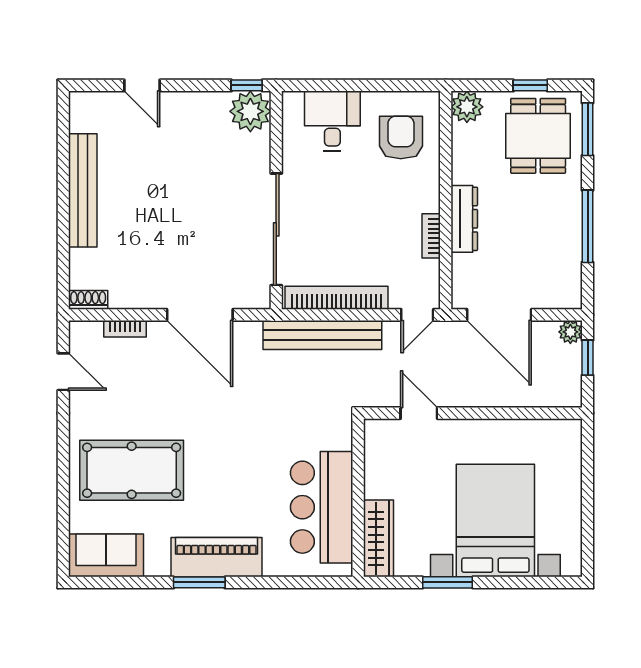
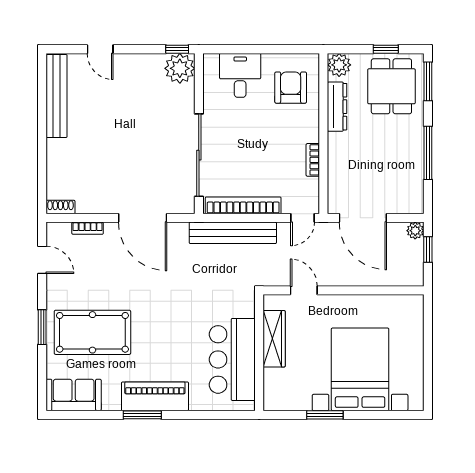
bench: (83, 190) -> (57, 96), moved
dresser: (464, 219) -> (337, 107), moved
window: (63, 463) -> (42, 327), added
wardrobe: (379, 538) -> (274, 339), moved

